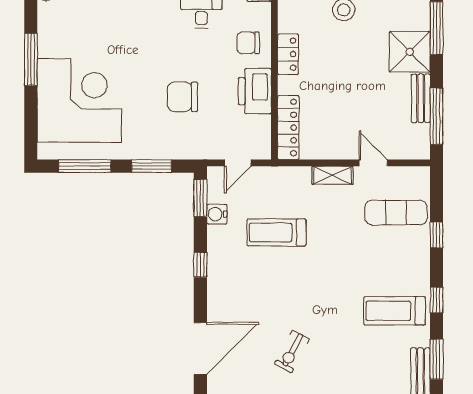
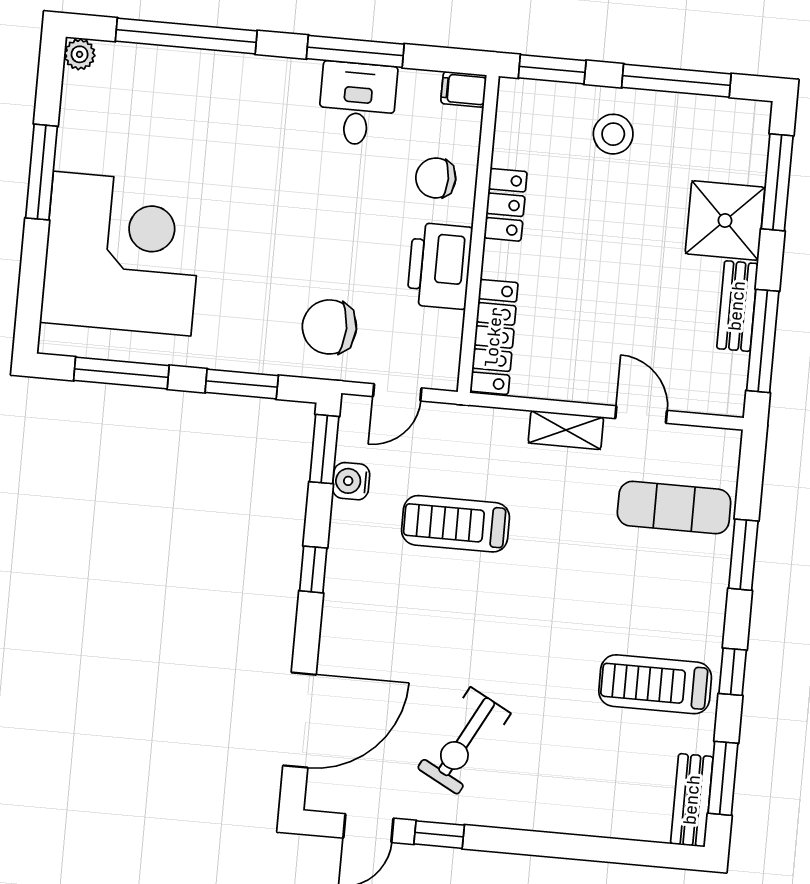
chair: (182, 97) -> (329, 327), moved
window: (436, 235) -> (743, 555), width x1.50
exercise bike: (292, 352) -> (464, 741), width x1.38, depth x1.39

